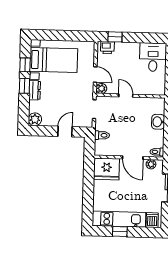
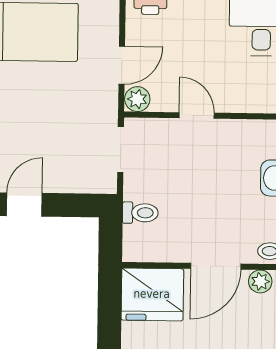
door: (95, 74) -> (122, 65), hinge flipped
door: (65, 132) -> (24, 205), moved
door: (133, 158) -> (216, 266), hinge flipped

